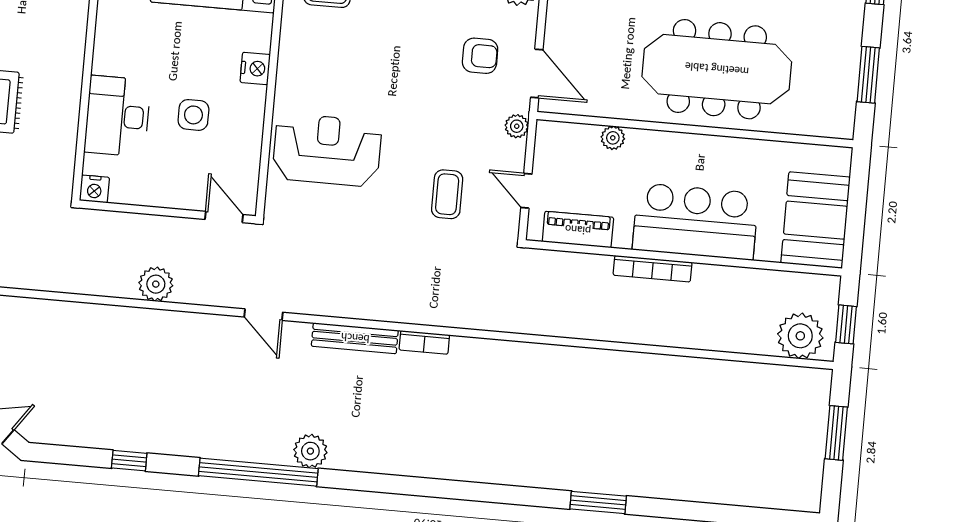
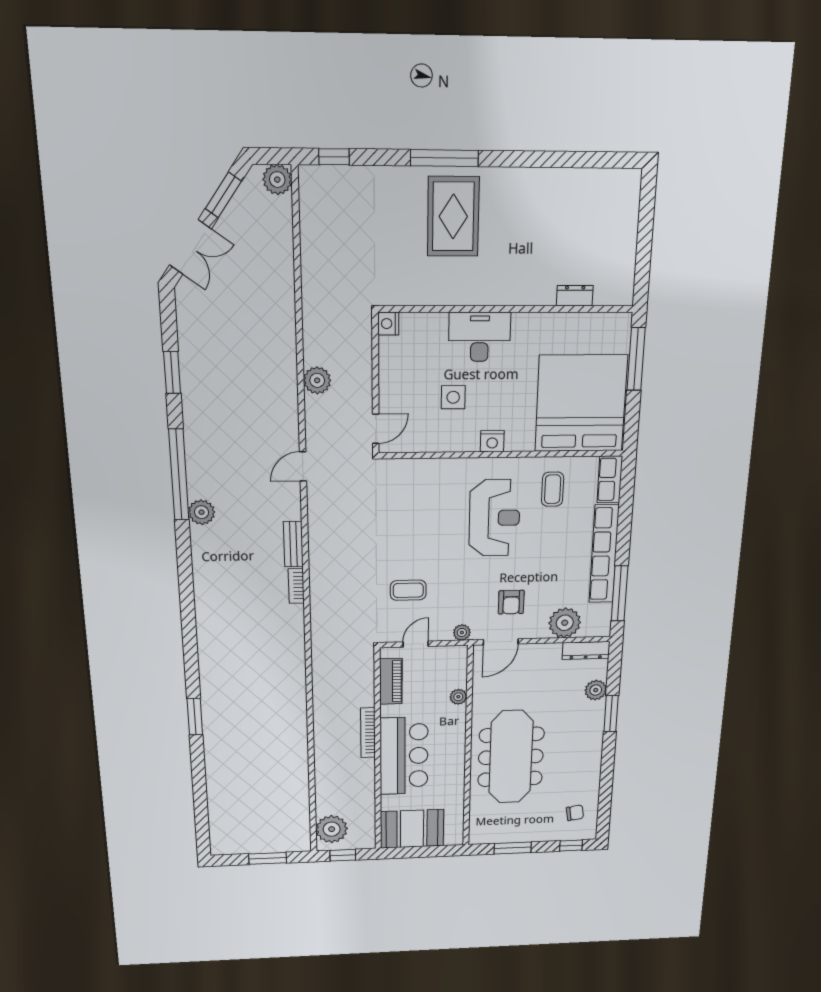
desk: (117, 116) -> (480, 337), moved
reception desk: (327, 150) -> (494, 518), moved
bench: (355, 338) -> (293, 544), width x0.73
window: (129, 461) -> (172, 372), width x1.50

